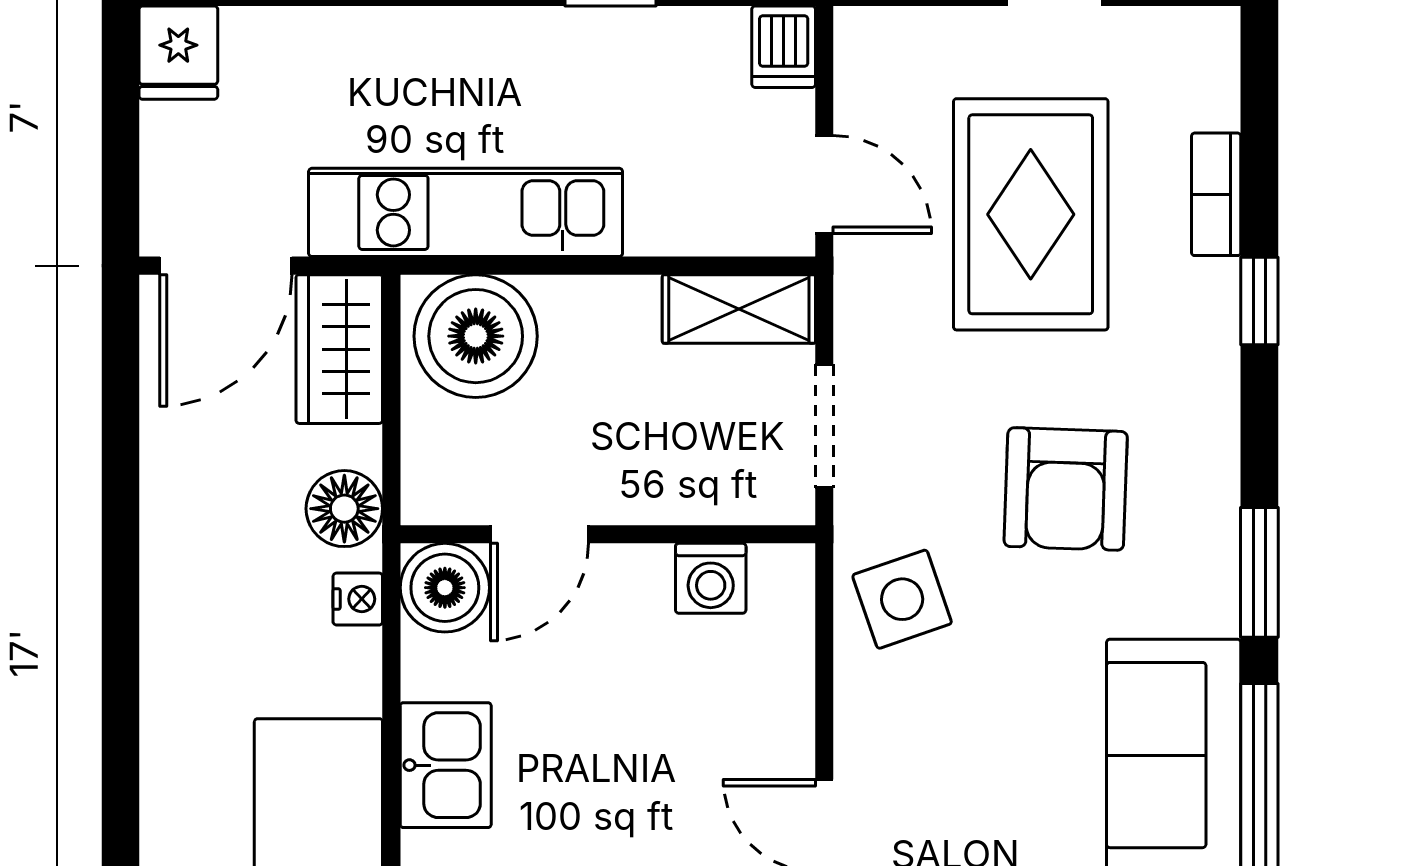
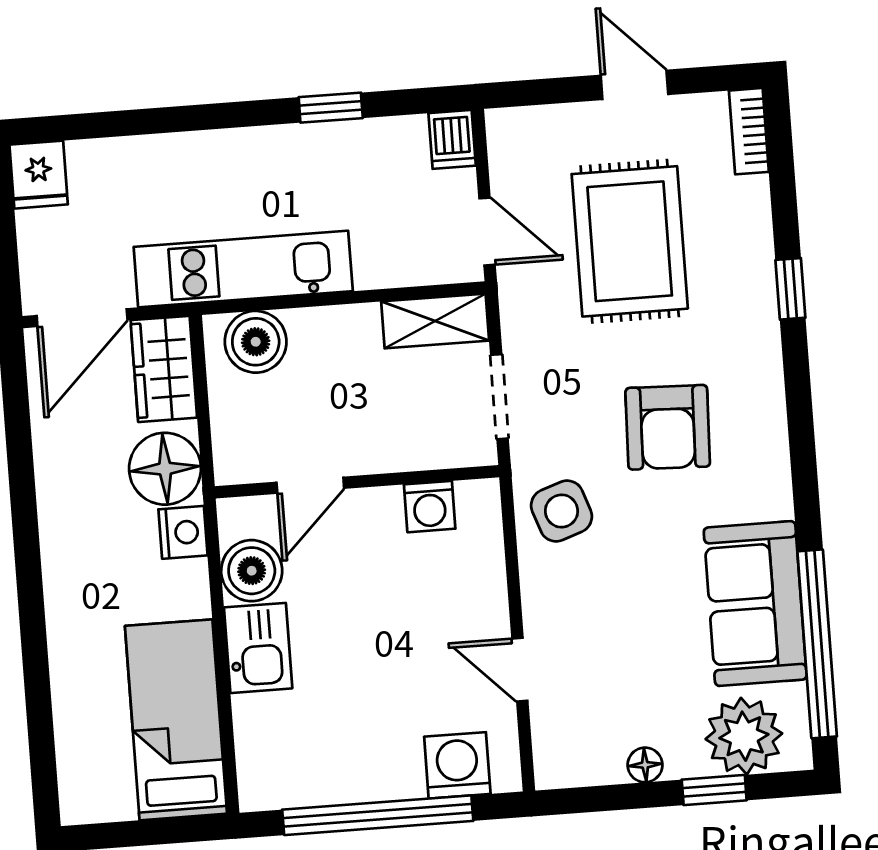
bookcase: (1216, 194) -> (749, 131), moved
boiler: (476, 336) -> (256, 342), width x0.73, depth x0.73
floor lamp: (344, 509) -> (165, 469), width x1.38, depth x1.38
window: (1259, 572) -> (804, 474), removed
boiler: (445, 588) -> (252, 571), moved
nightstand: (358, 599) -> (183, 532), width x1.39, depth x1.35

